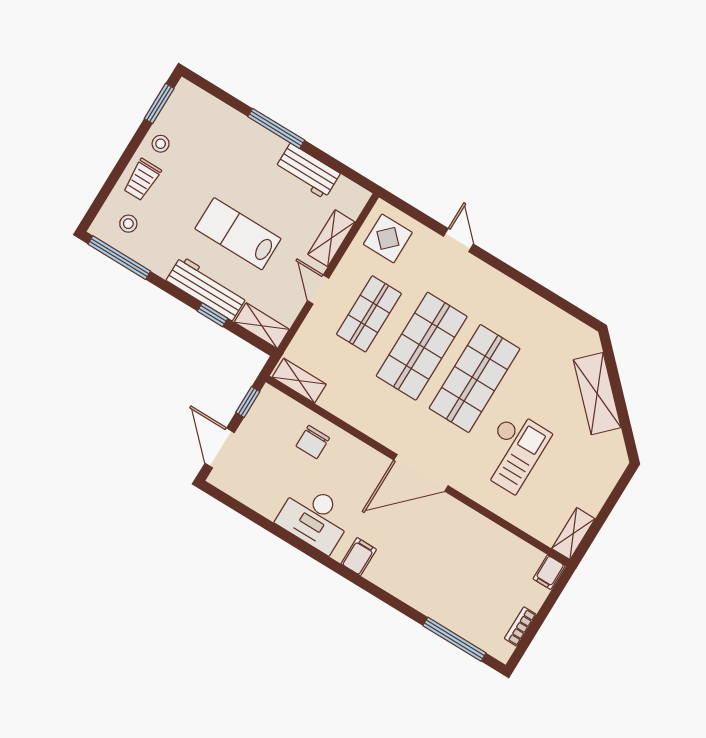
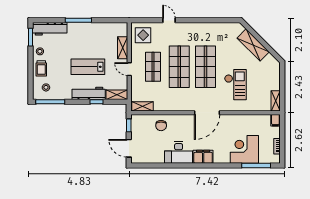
workbench: (307, 171) -> (50, 29), moved, width x1.38
filing cabinet: (359, 557) -> (203, 157), width x2.00
corner desk: (451, 593) -> (244, 149), added

